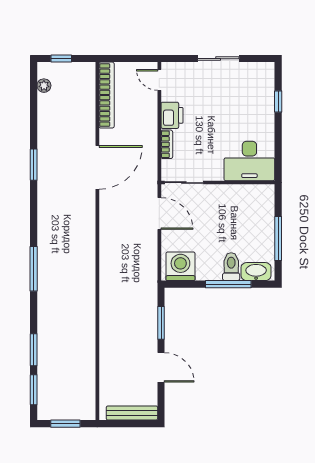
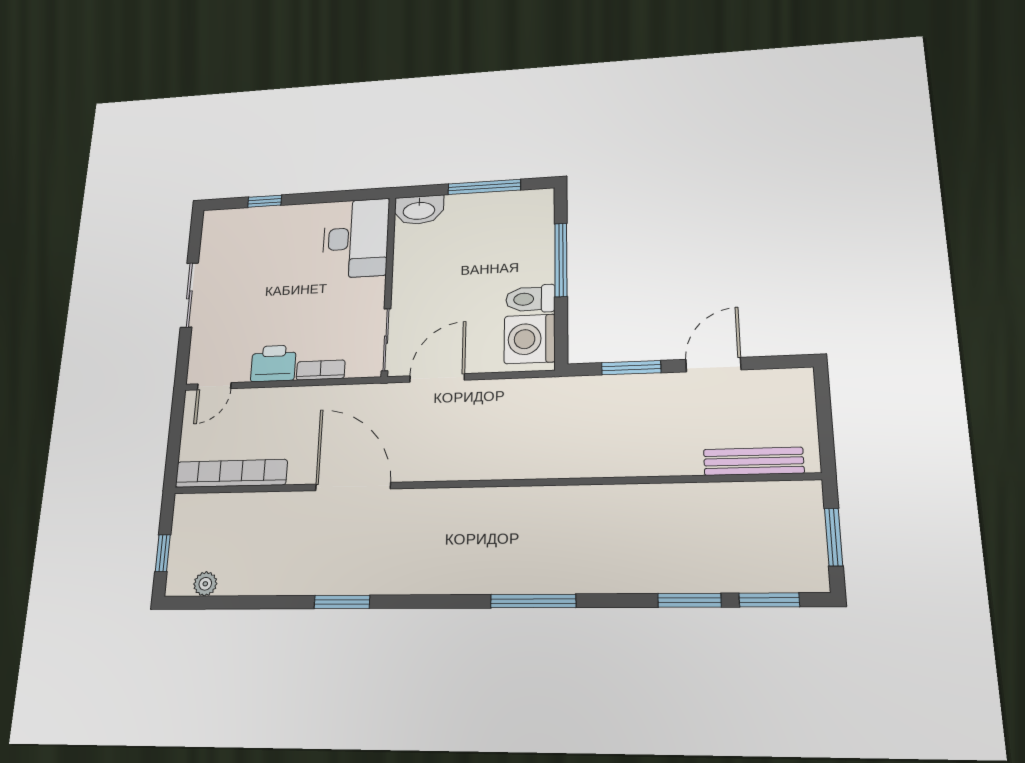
toilet: (231, 267) -> (530, 299), moved
washbasin: (256, 272) -> (419, 210), moved, turned -90
bench: (132, 413) -> (754, 461), moved, turned 90

